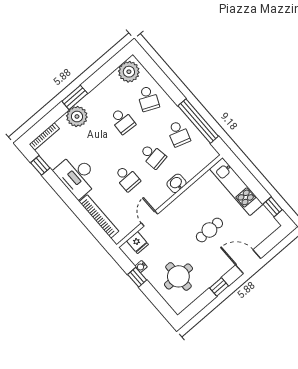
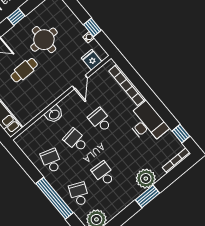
window: (198, 121) -> (54, 198), moved
round table: (178, 276) -> (44, 40), moved

